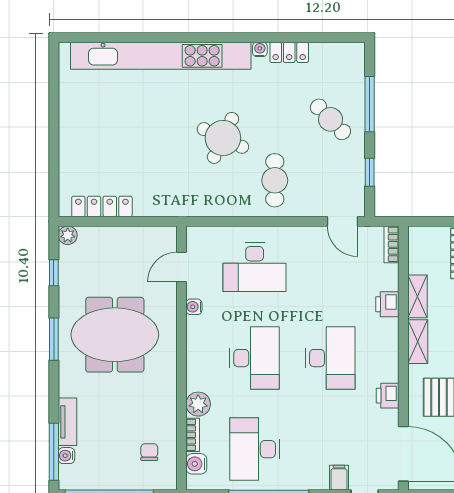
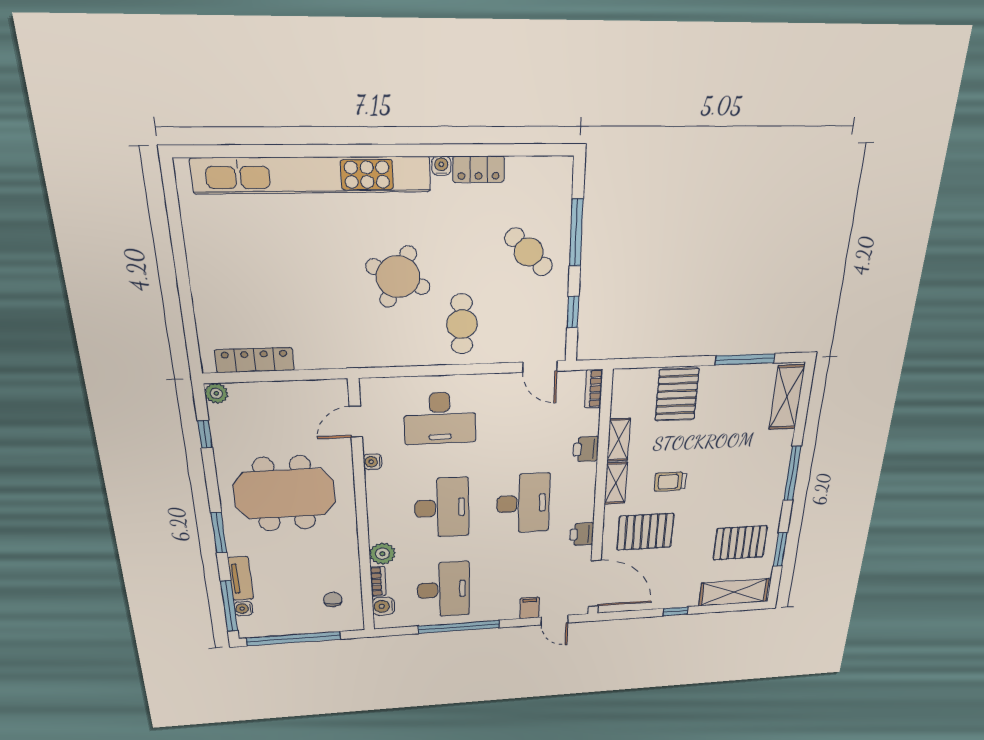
window: (54, 339) -> (219, 533), moved
desk: (255, 449) -> (444, 590), turned 180

